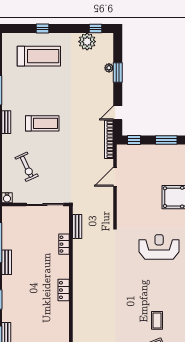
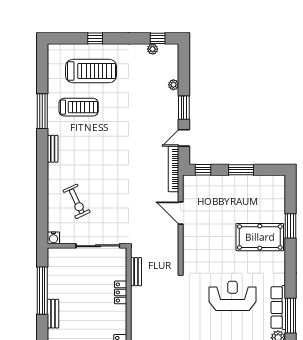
plant: (87, 42) -> (153, 49), width x0.53, depth x0.53
window: (118, 73) -> (184, 108), moved
treadmill: (42, 123) -> (79, 107), moved
door: (115, 177) -> (181, 213), hinge flipped

